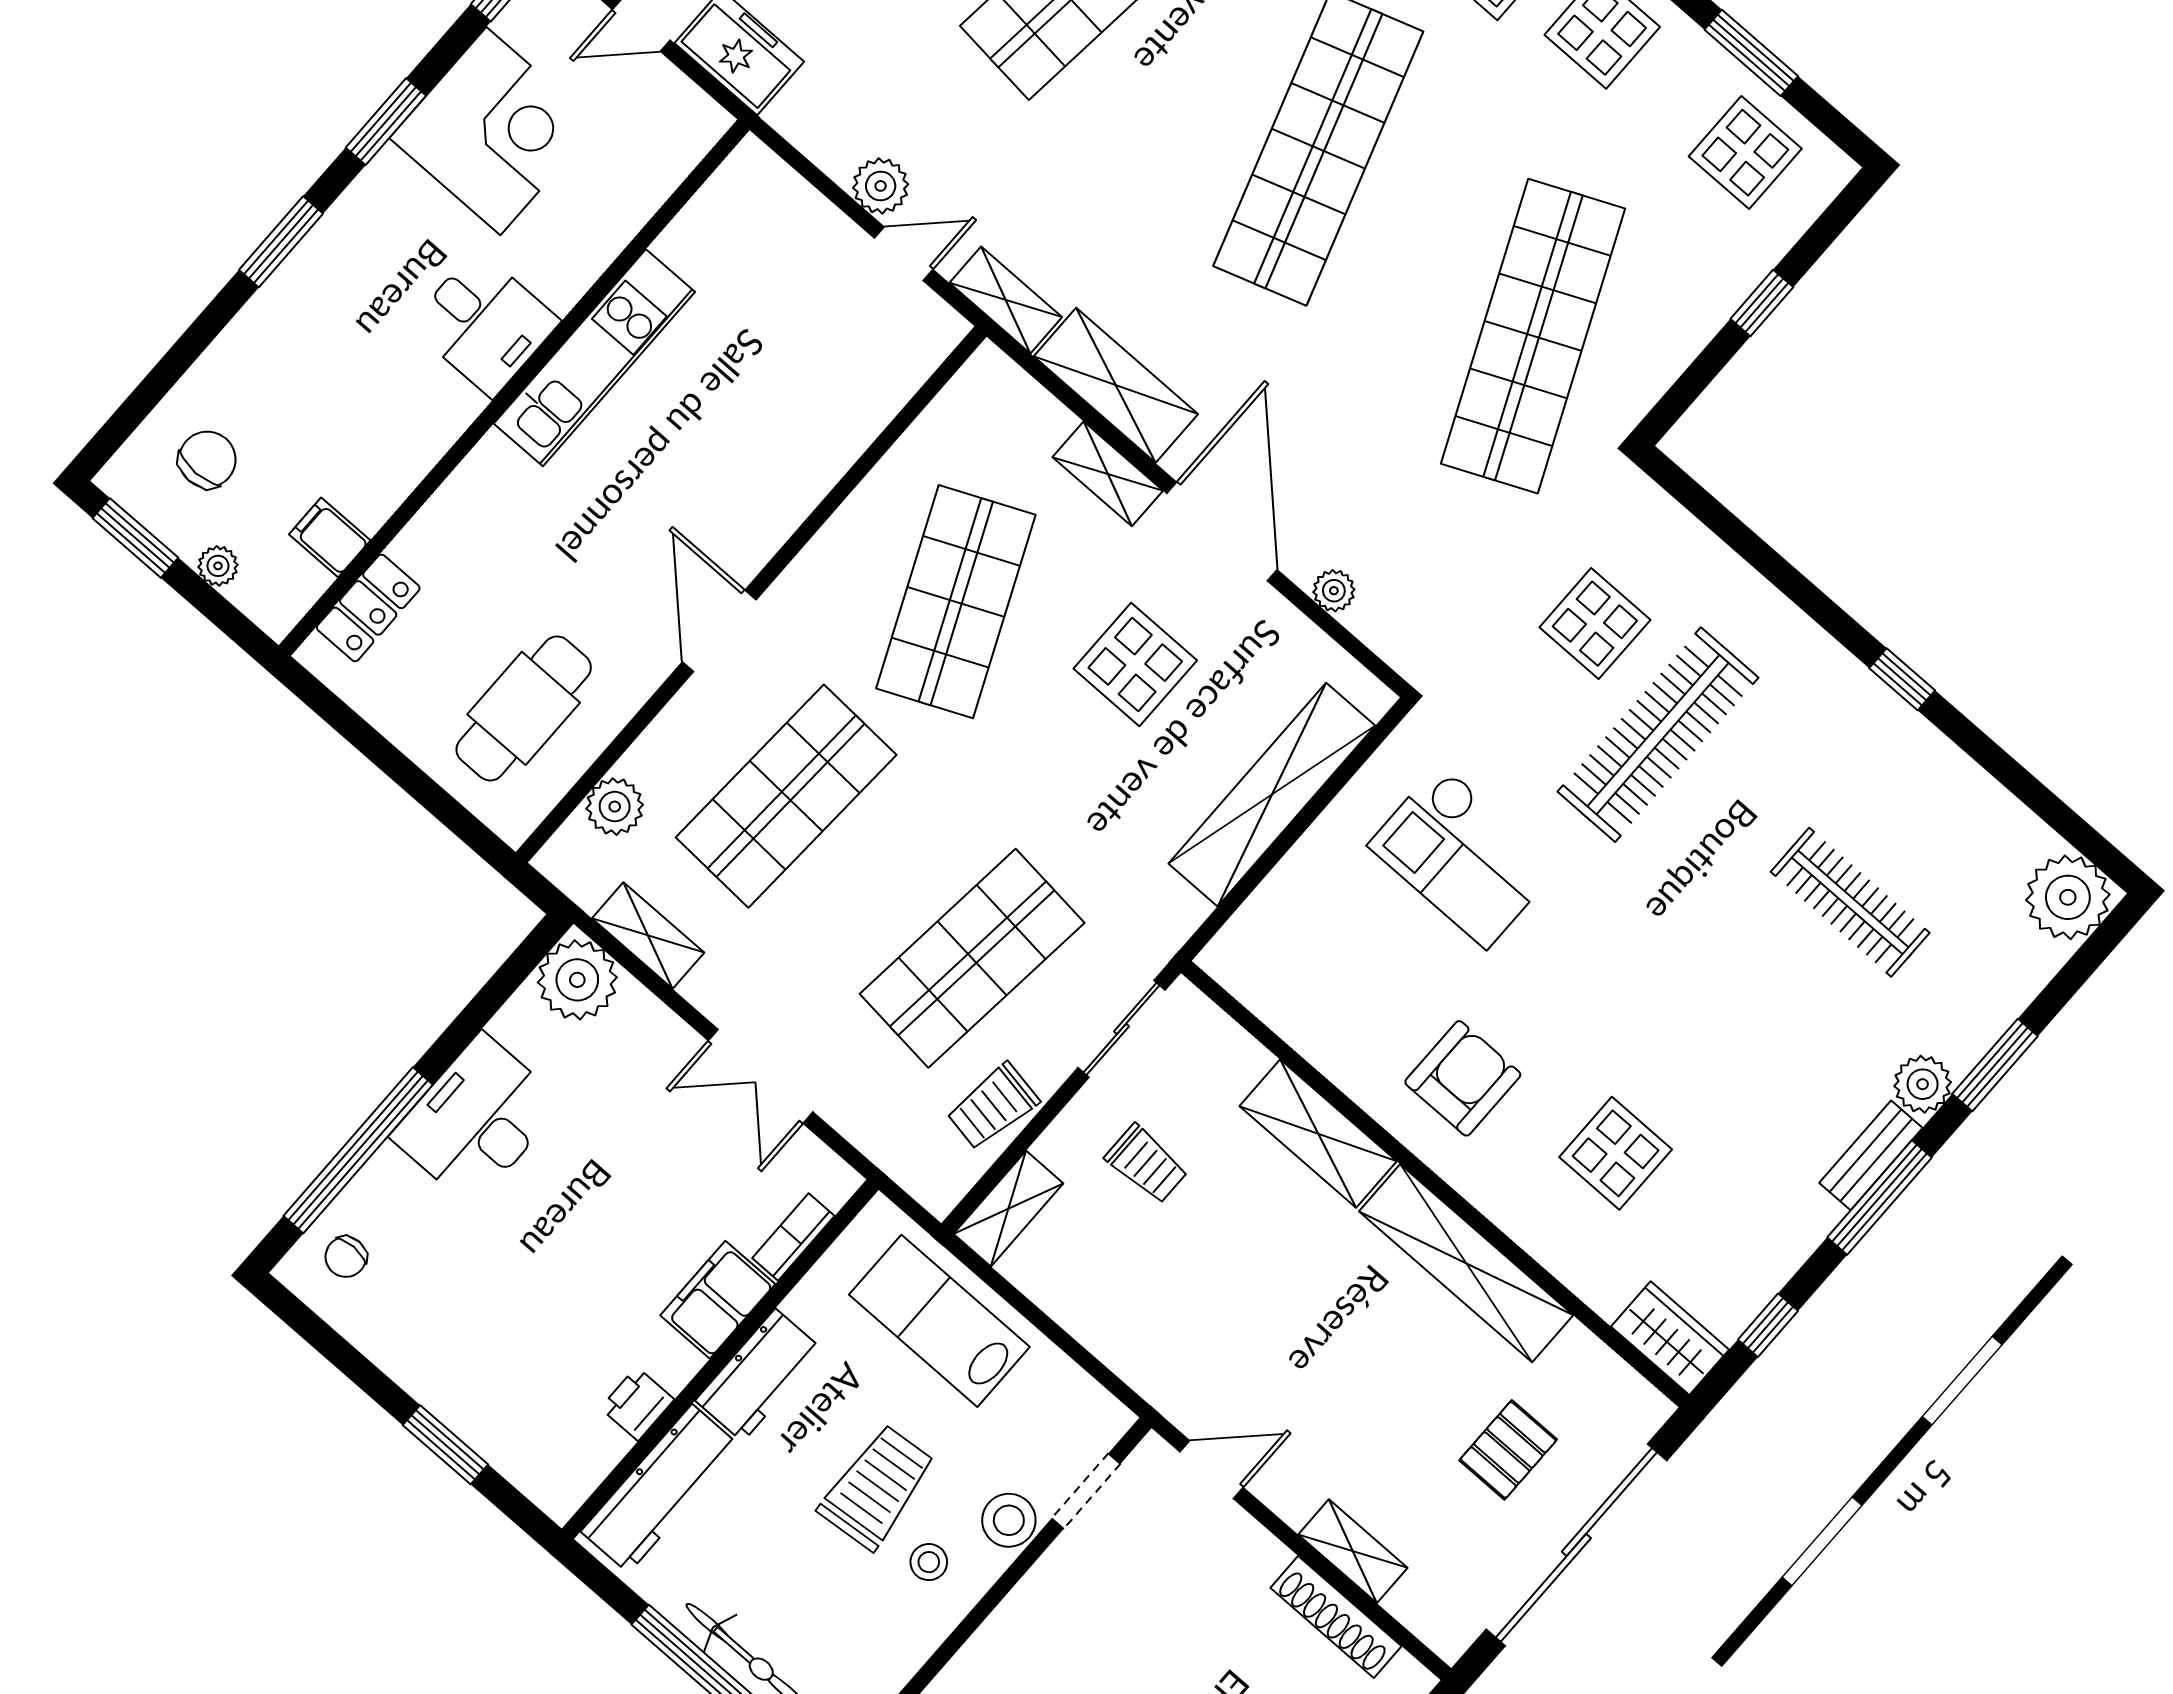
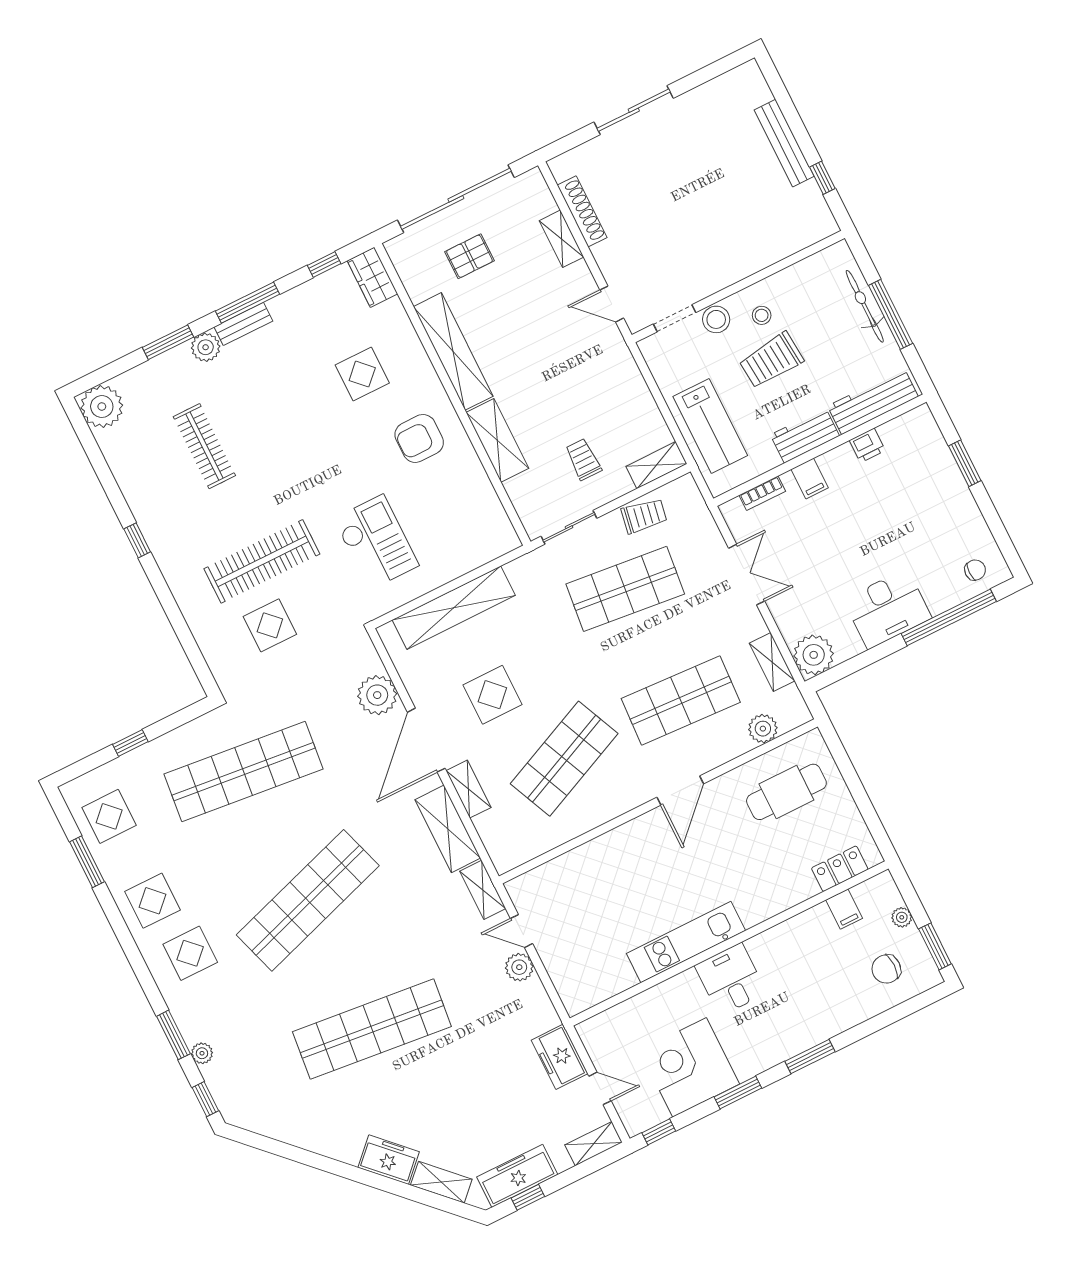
shop shelf: (1533, 336) -> (244, 772), turned 30
plant: (1334, 591) -> (377, 695), width x1.88, depth x1.88
filing cabinet: (718, 1300) -> (810, 479), width x0.50

